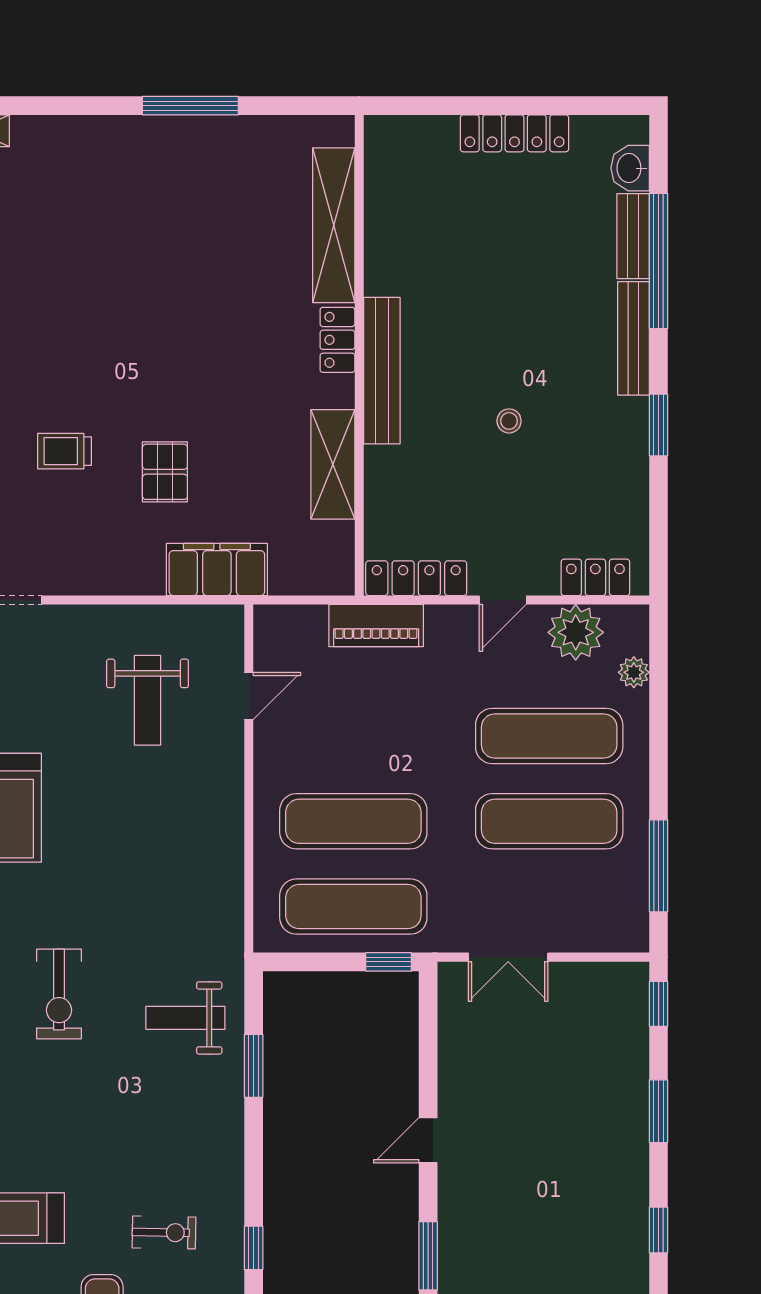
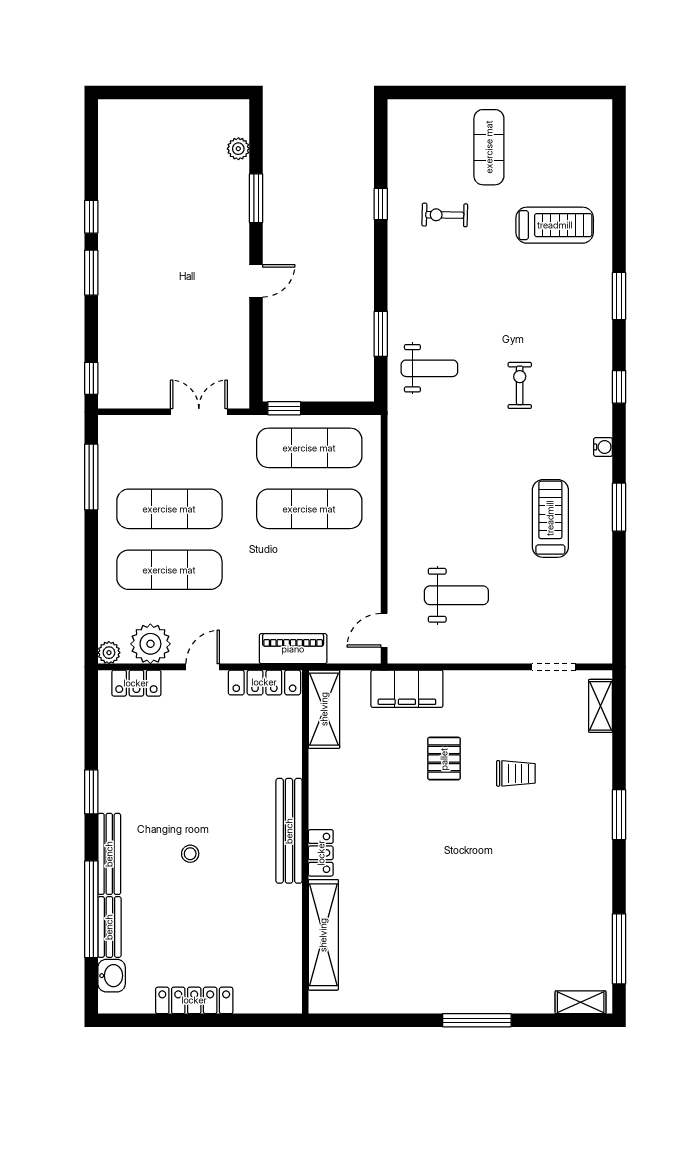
window: (190, 106) -> (477, 1020), moved
stool: (509, 421) -> (190, 854), moved
shelving: (333, 464) -> (324, 709), moved
plant: (634, 672) -> (109, 653), moved
door: (249, 696) -> (384, 630), moved
weight bench: (148, 700) -> (456, 595), turned 90
exercise bike: (59, 994) -> (520, 385), width x0.73, depth x0.72
window: (659, 1111) -> (91, 273), moved

